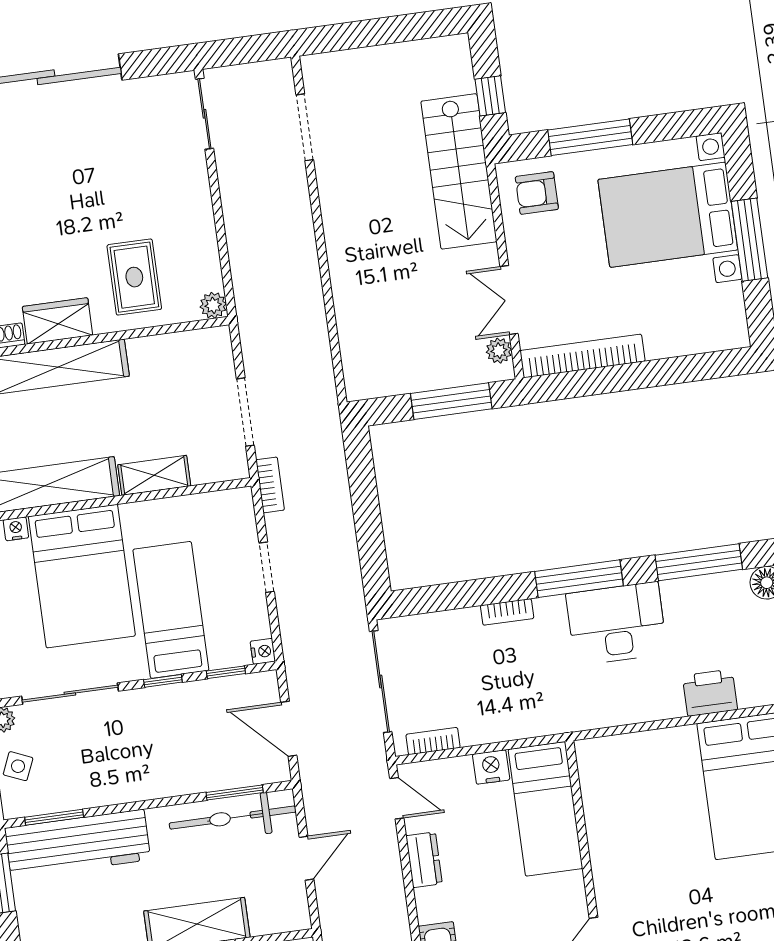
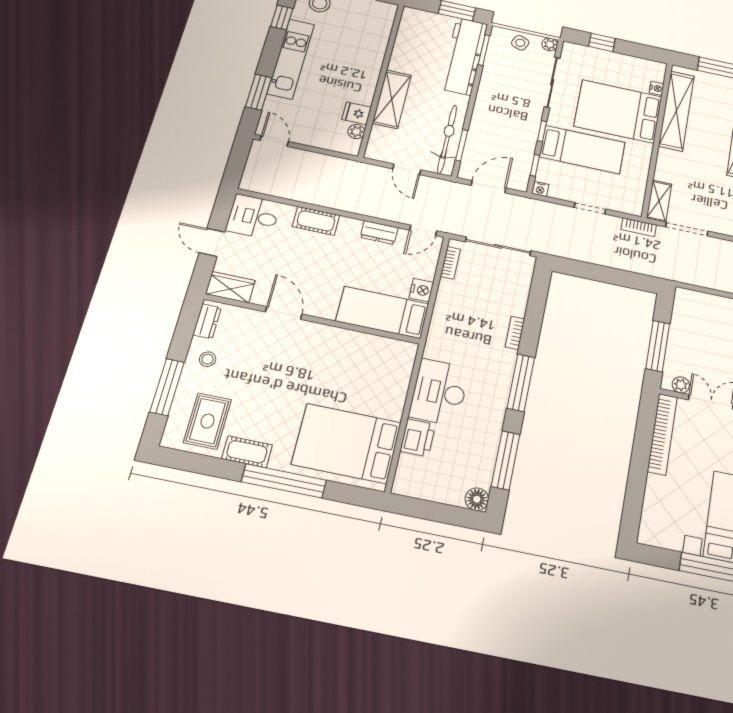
shelving: (154, 475) -> (659, 201), moved
desk: (617, 624) -> (439, 392), moved, turned 180

